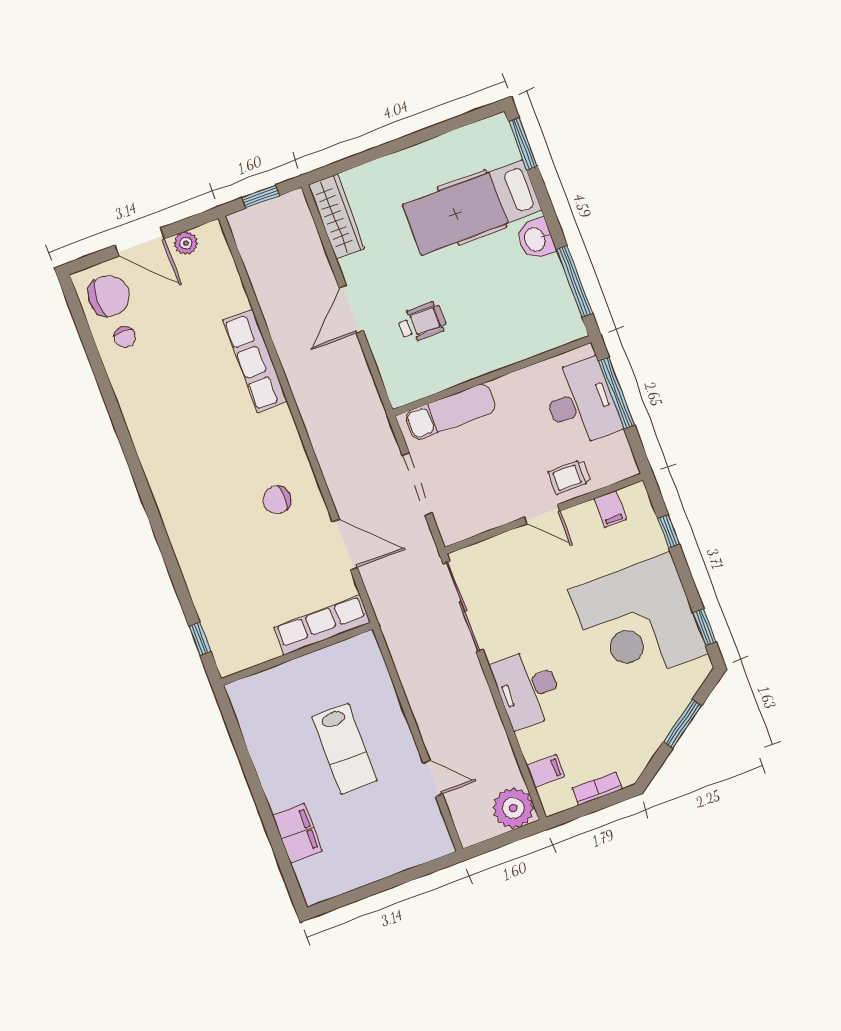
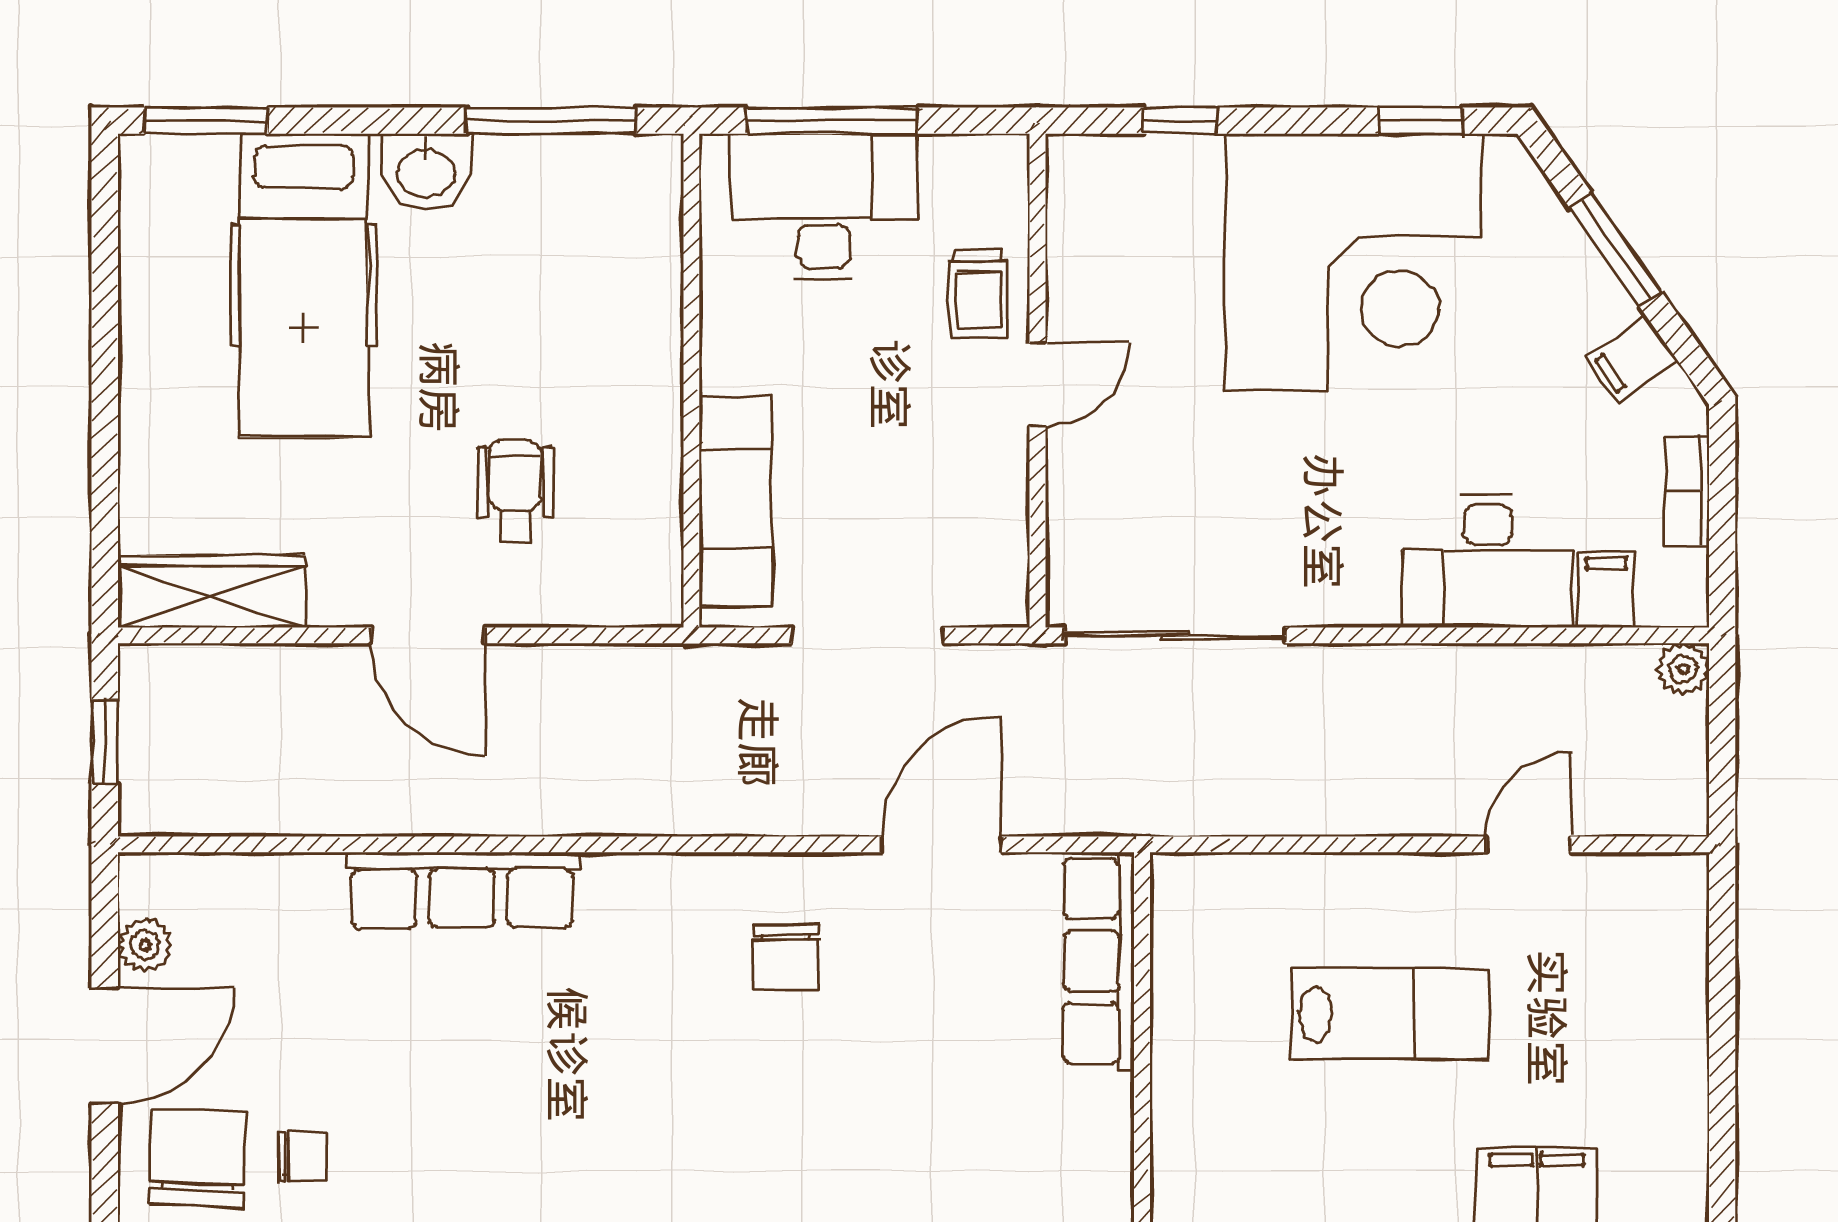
filing cabinet: (610, 509) -> (1632, 359), moved, turned 145
desk: (528, 688) -> (1488, 561), moved
plant: (513, 808) -> (1683, 669), width x0.53, depth x0.53

